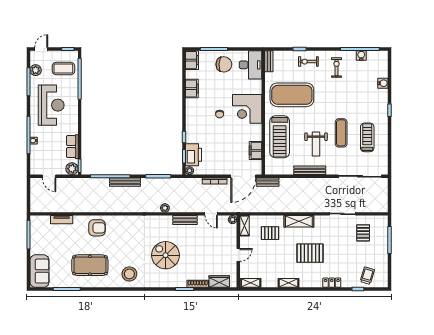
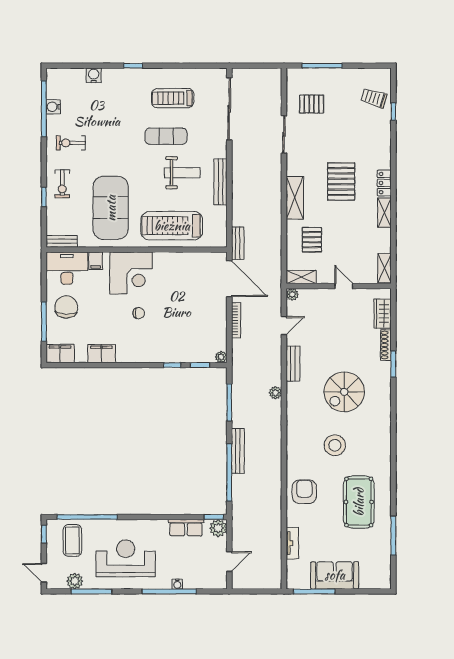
treadmill: (280, 137) -> (172, 226), turned 180
filing cabinet: (256, 150) -> (96, 261), moved, width x0.50
printer: (193, 155) -> (198, 351), removed
sofa: (39, 271) -> (335, 575), moved
stool: (129, 274) -> (335, 445), moved
locker: (332, 283) -> (384, 183), moved

